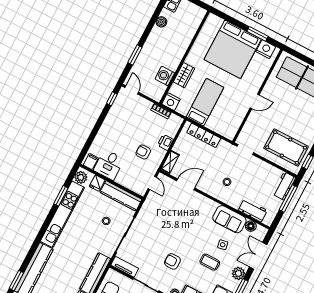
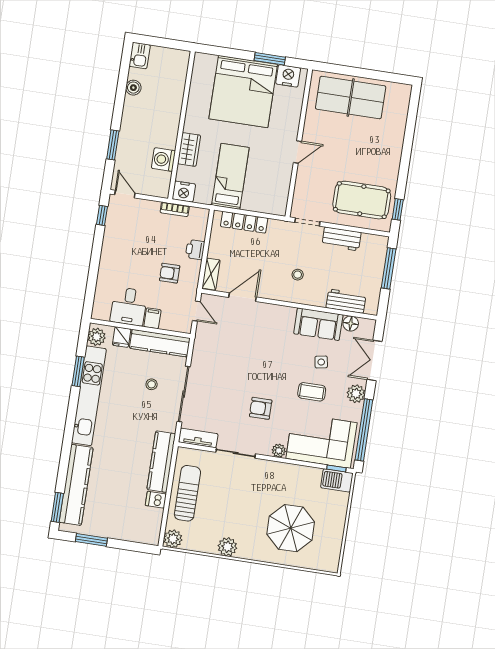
filing cabinet: (91, 162) -> (152, 318), moved
workbench: (284, 186) -> (342, 239), moved, turned -90

